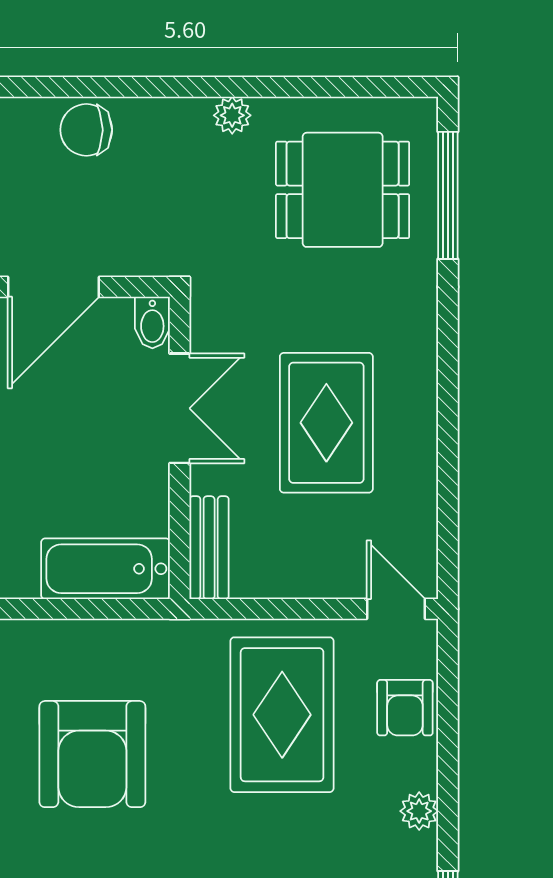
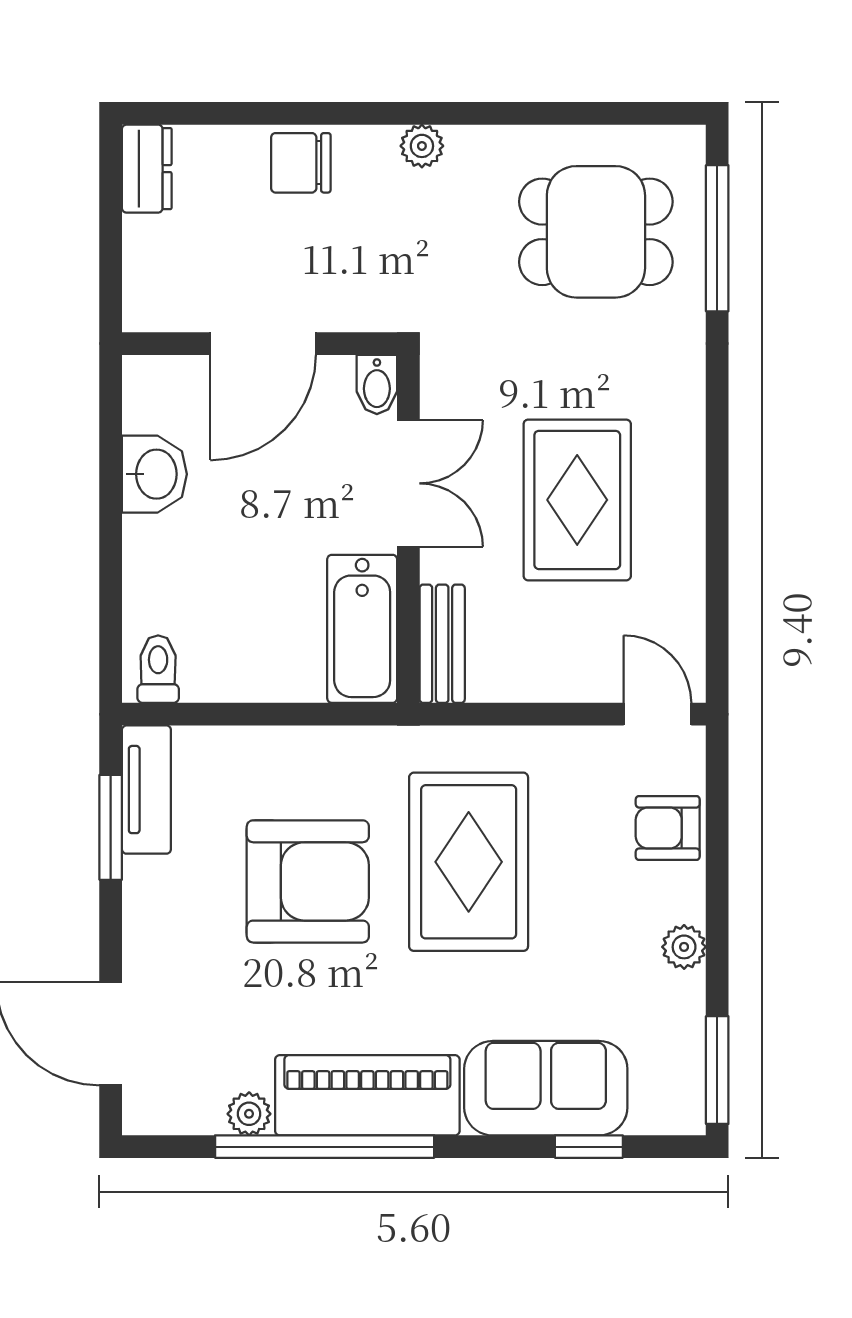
plant: (232, 115) -> (422, 146), moved
bathtub: (106, 569) -> (362, 629), moved, turned -90
armchair: (405, 708) -> (668, 828), turned 90
rug: (282, 715) -> (469, 862), moved
armchair: (92, 754) -> (308, 881), turned -90

